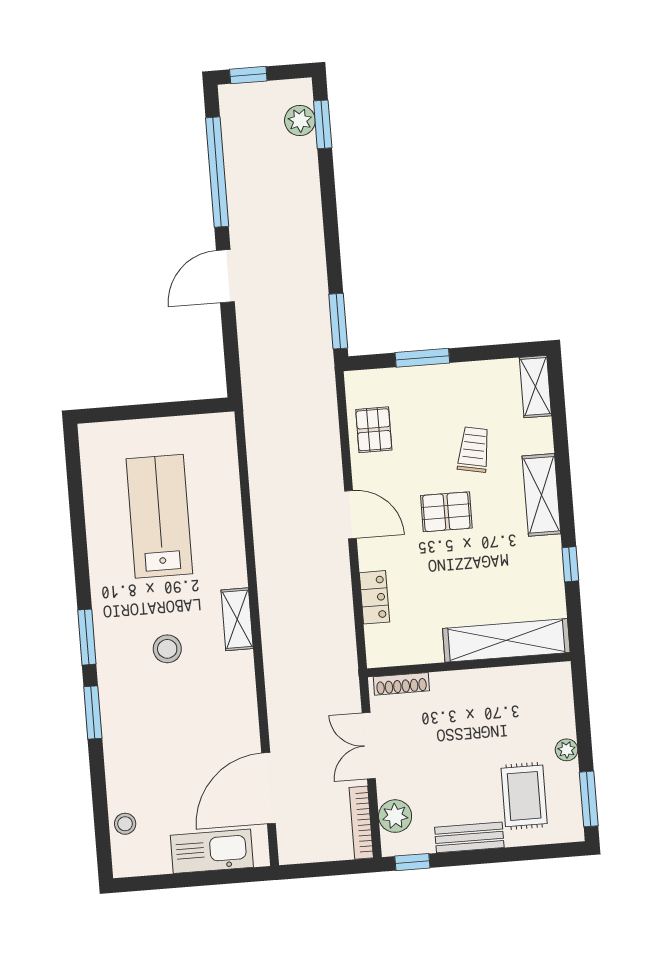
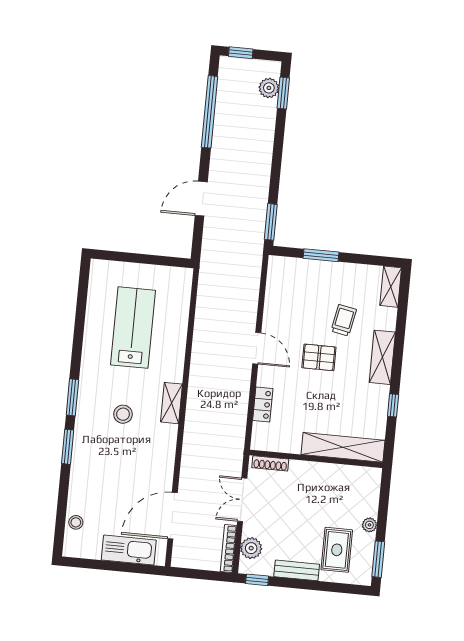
door: (225, 276) -> (201, 199), moved
pallet: (374, 430) -> (281, 296), removed

